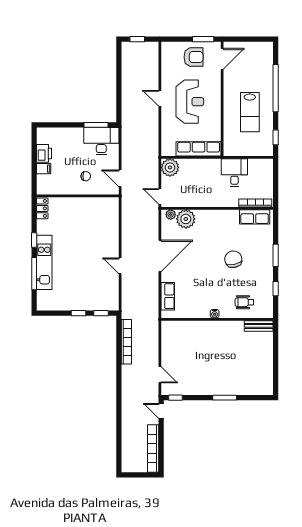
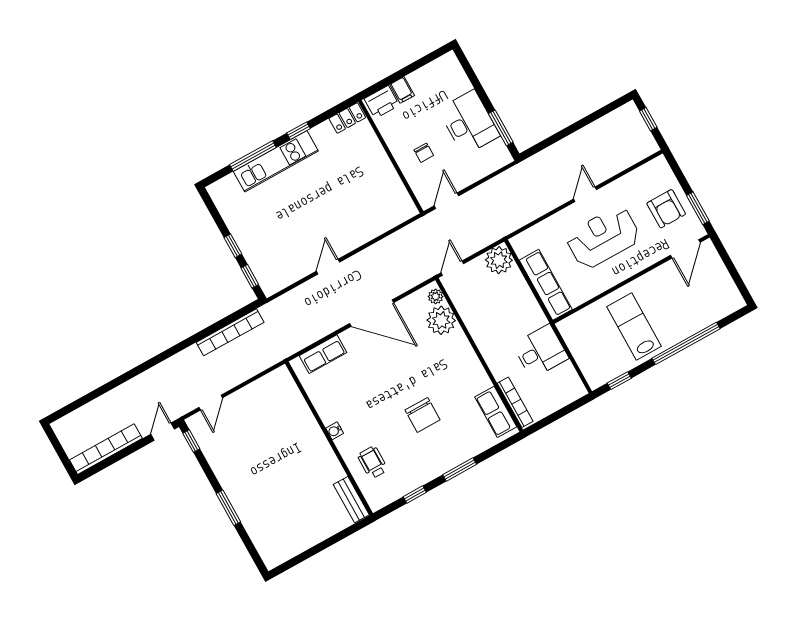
door: (222, 59) -> (685, 249), hinge flipped
reception desk: (190, 102) -> (603, 237), turned 180
lab bench: (250, 112) -> (634, 326), turned 90
desk: (101, 141) -> (469, 123), moved
printer: (44, 153) -> (382, 102), moved
chair: (233, 259) -> (423, 415), turned 102

